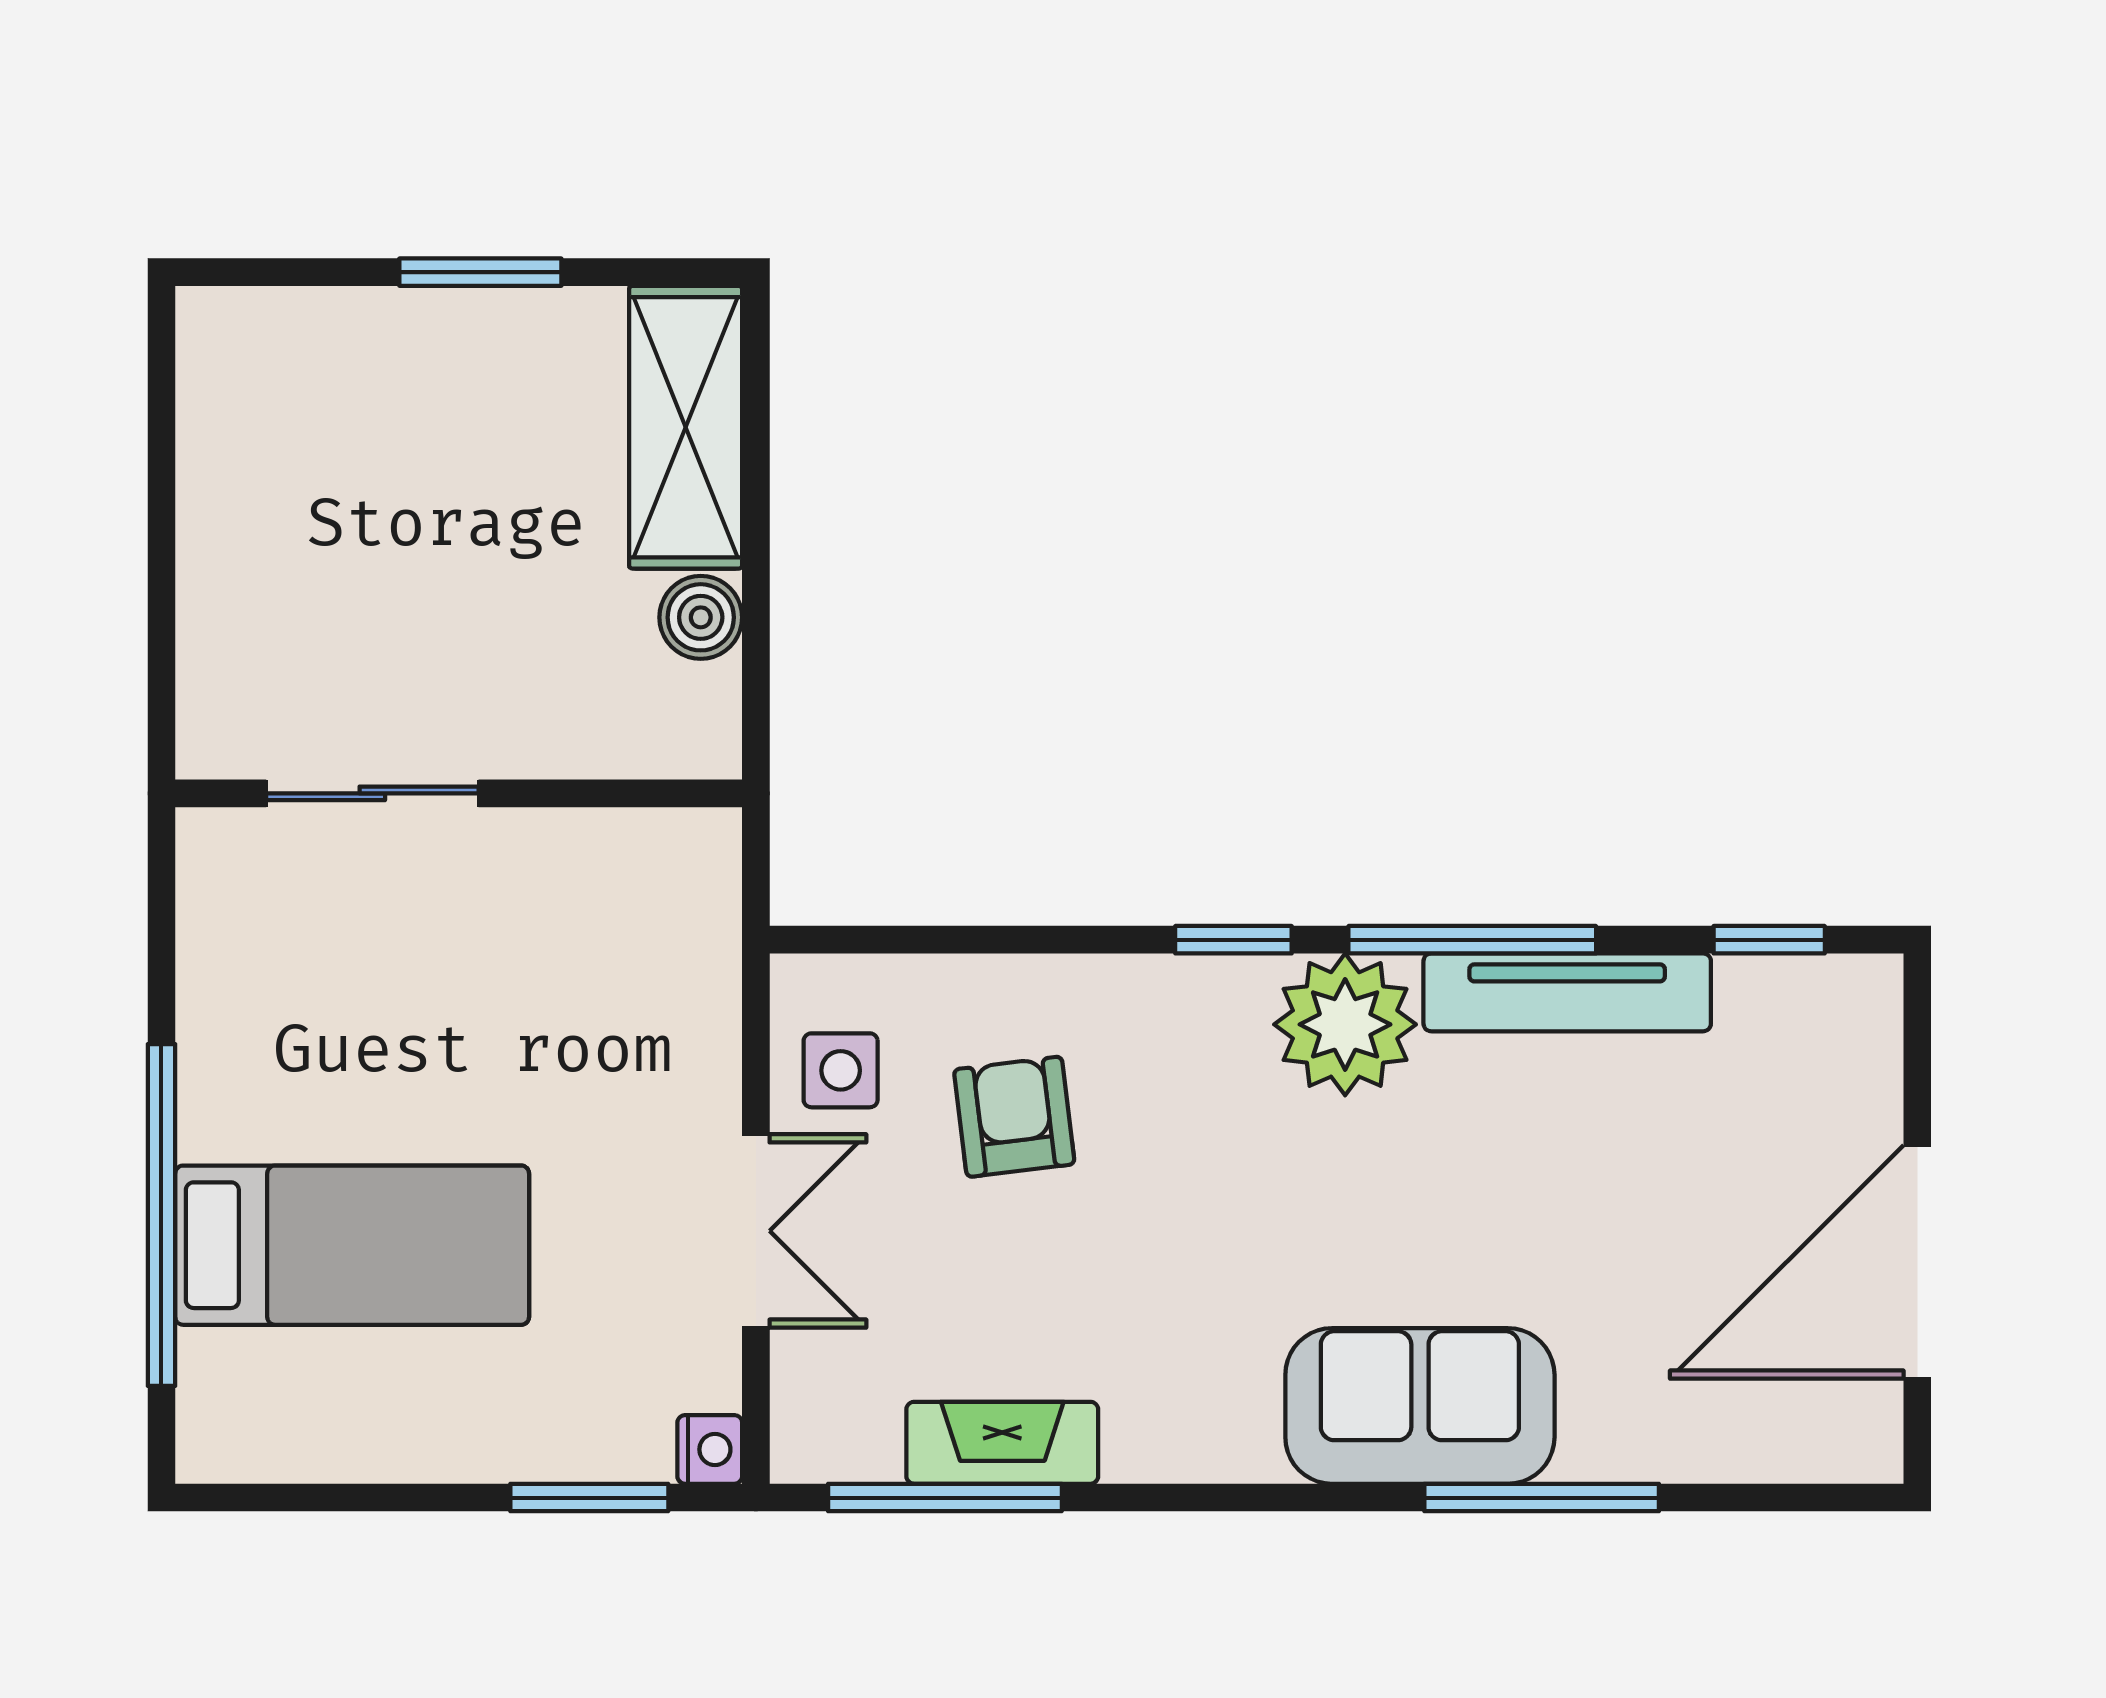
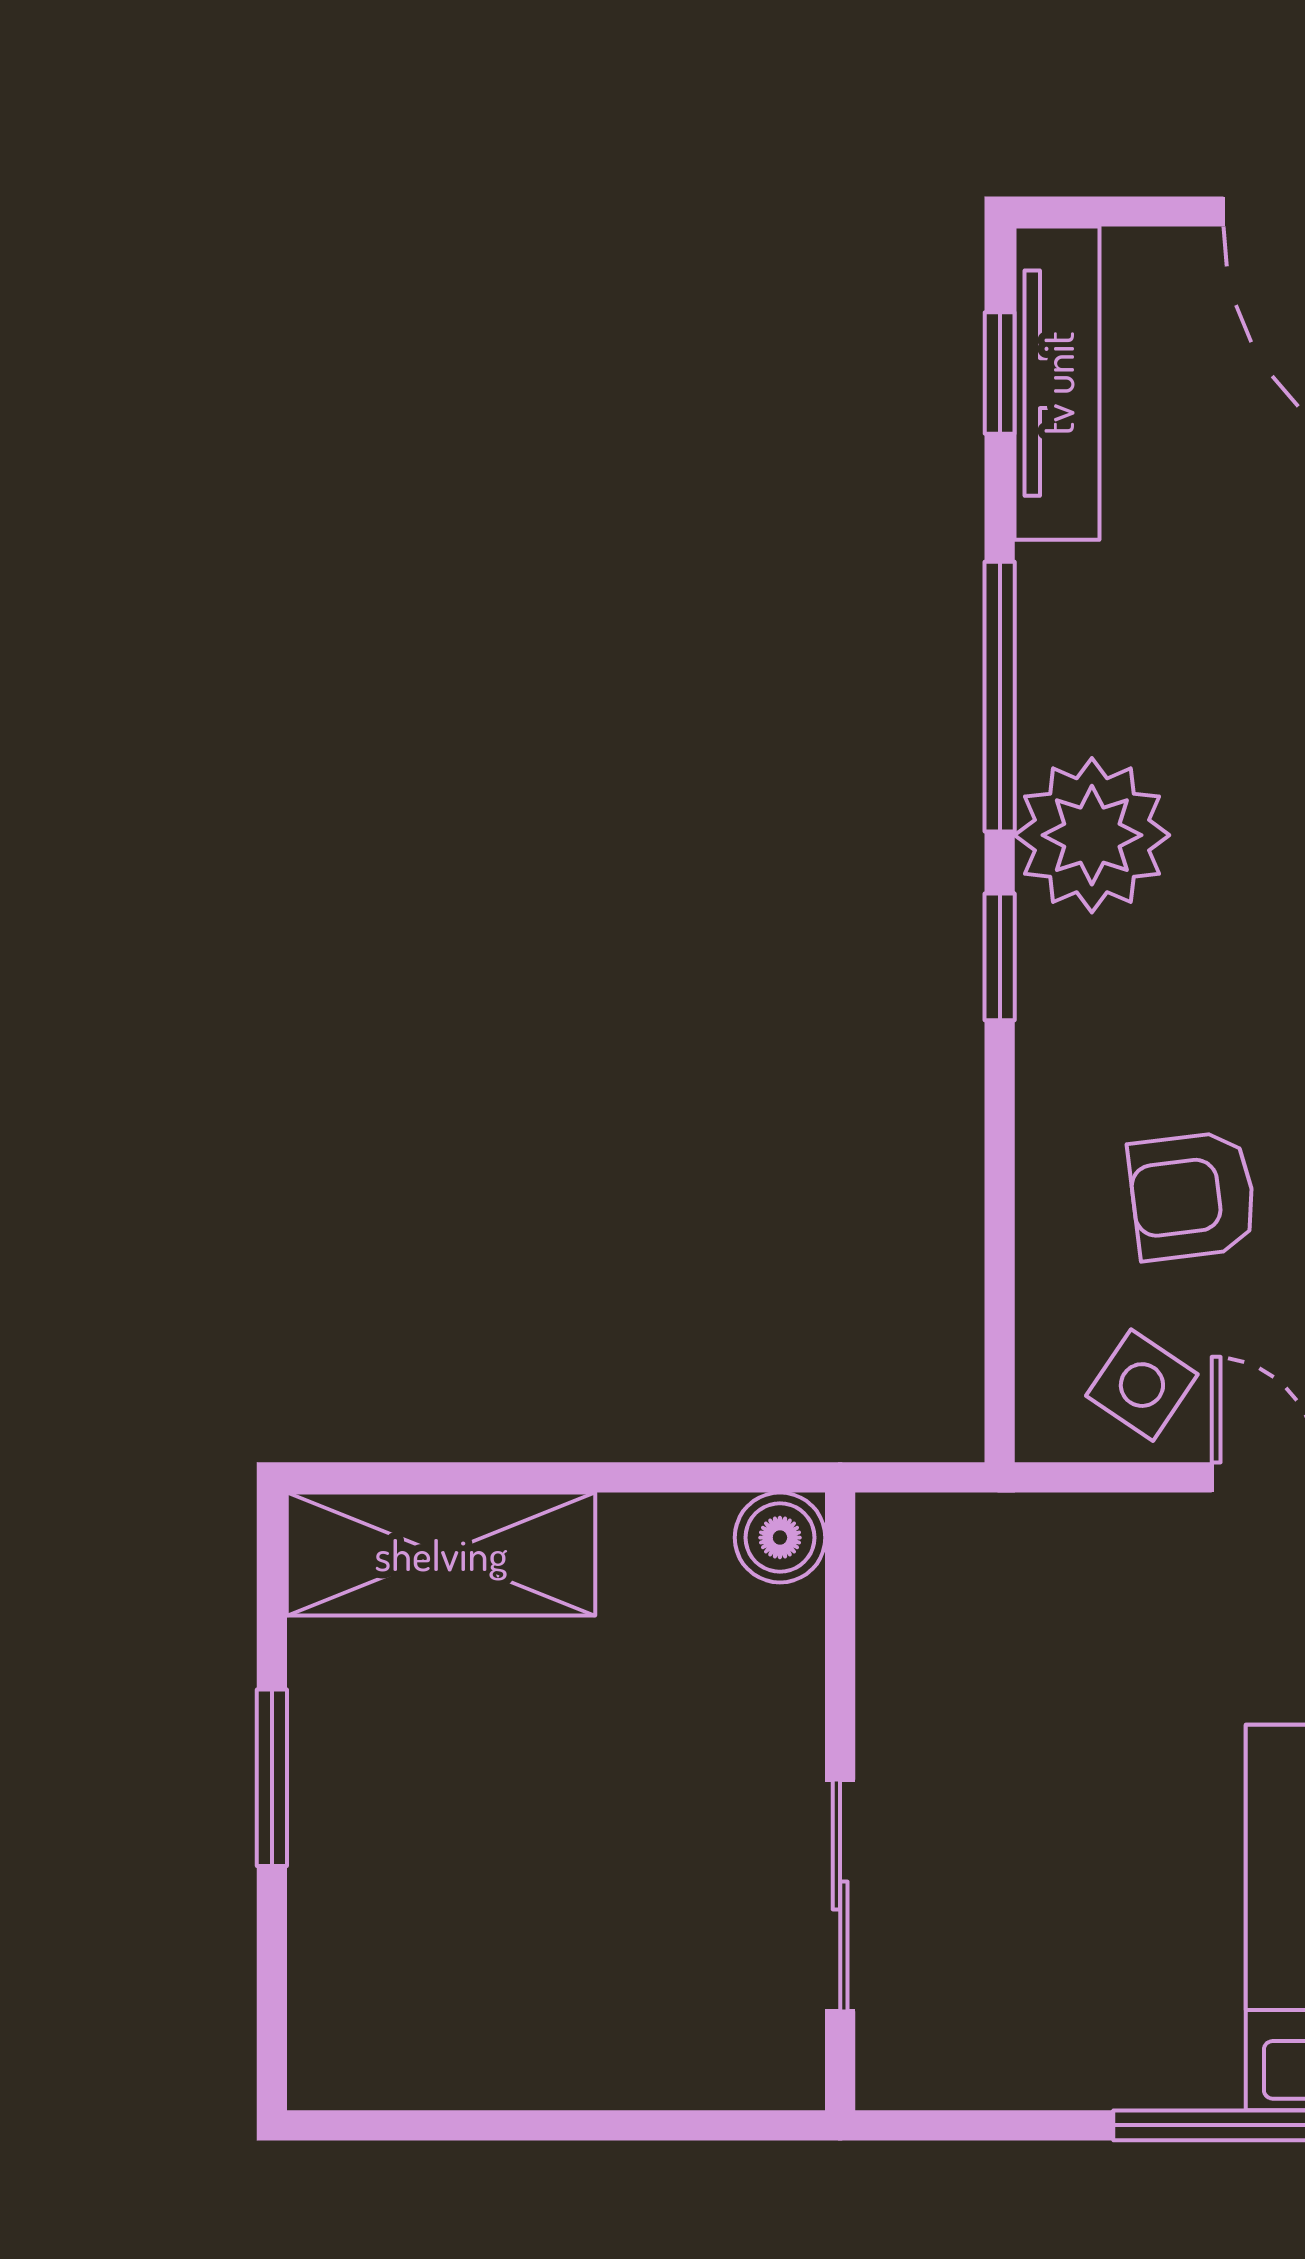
boiler: (701, 617) -> (780, 1538), moved
tv unit: (1567, 992) -> (1057, 383), moved
side table: (841, 1070) -> (1142, 1385), turned 34

